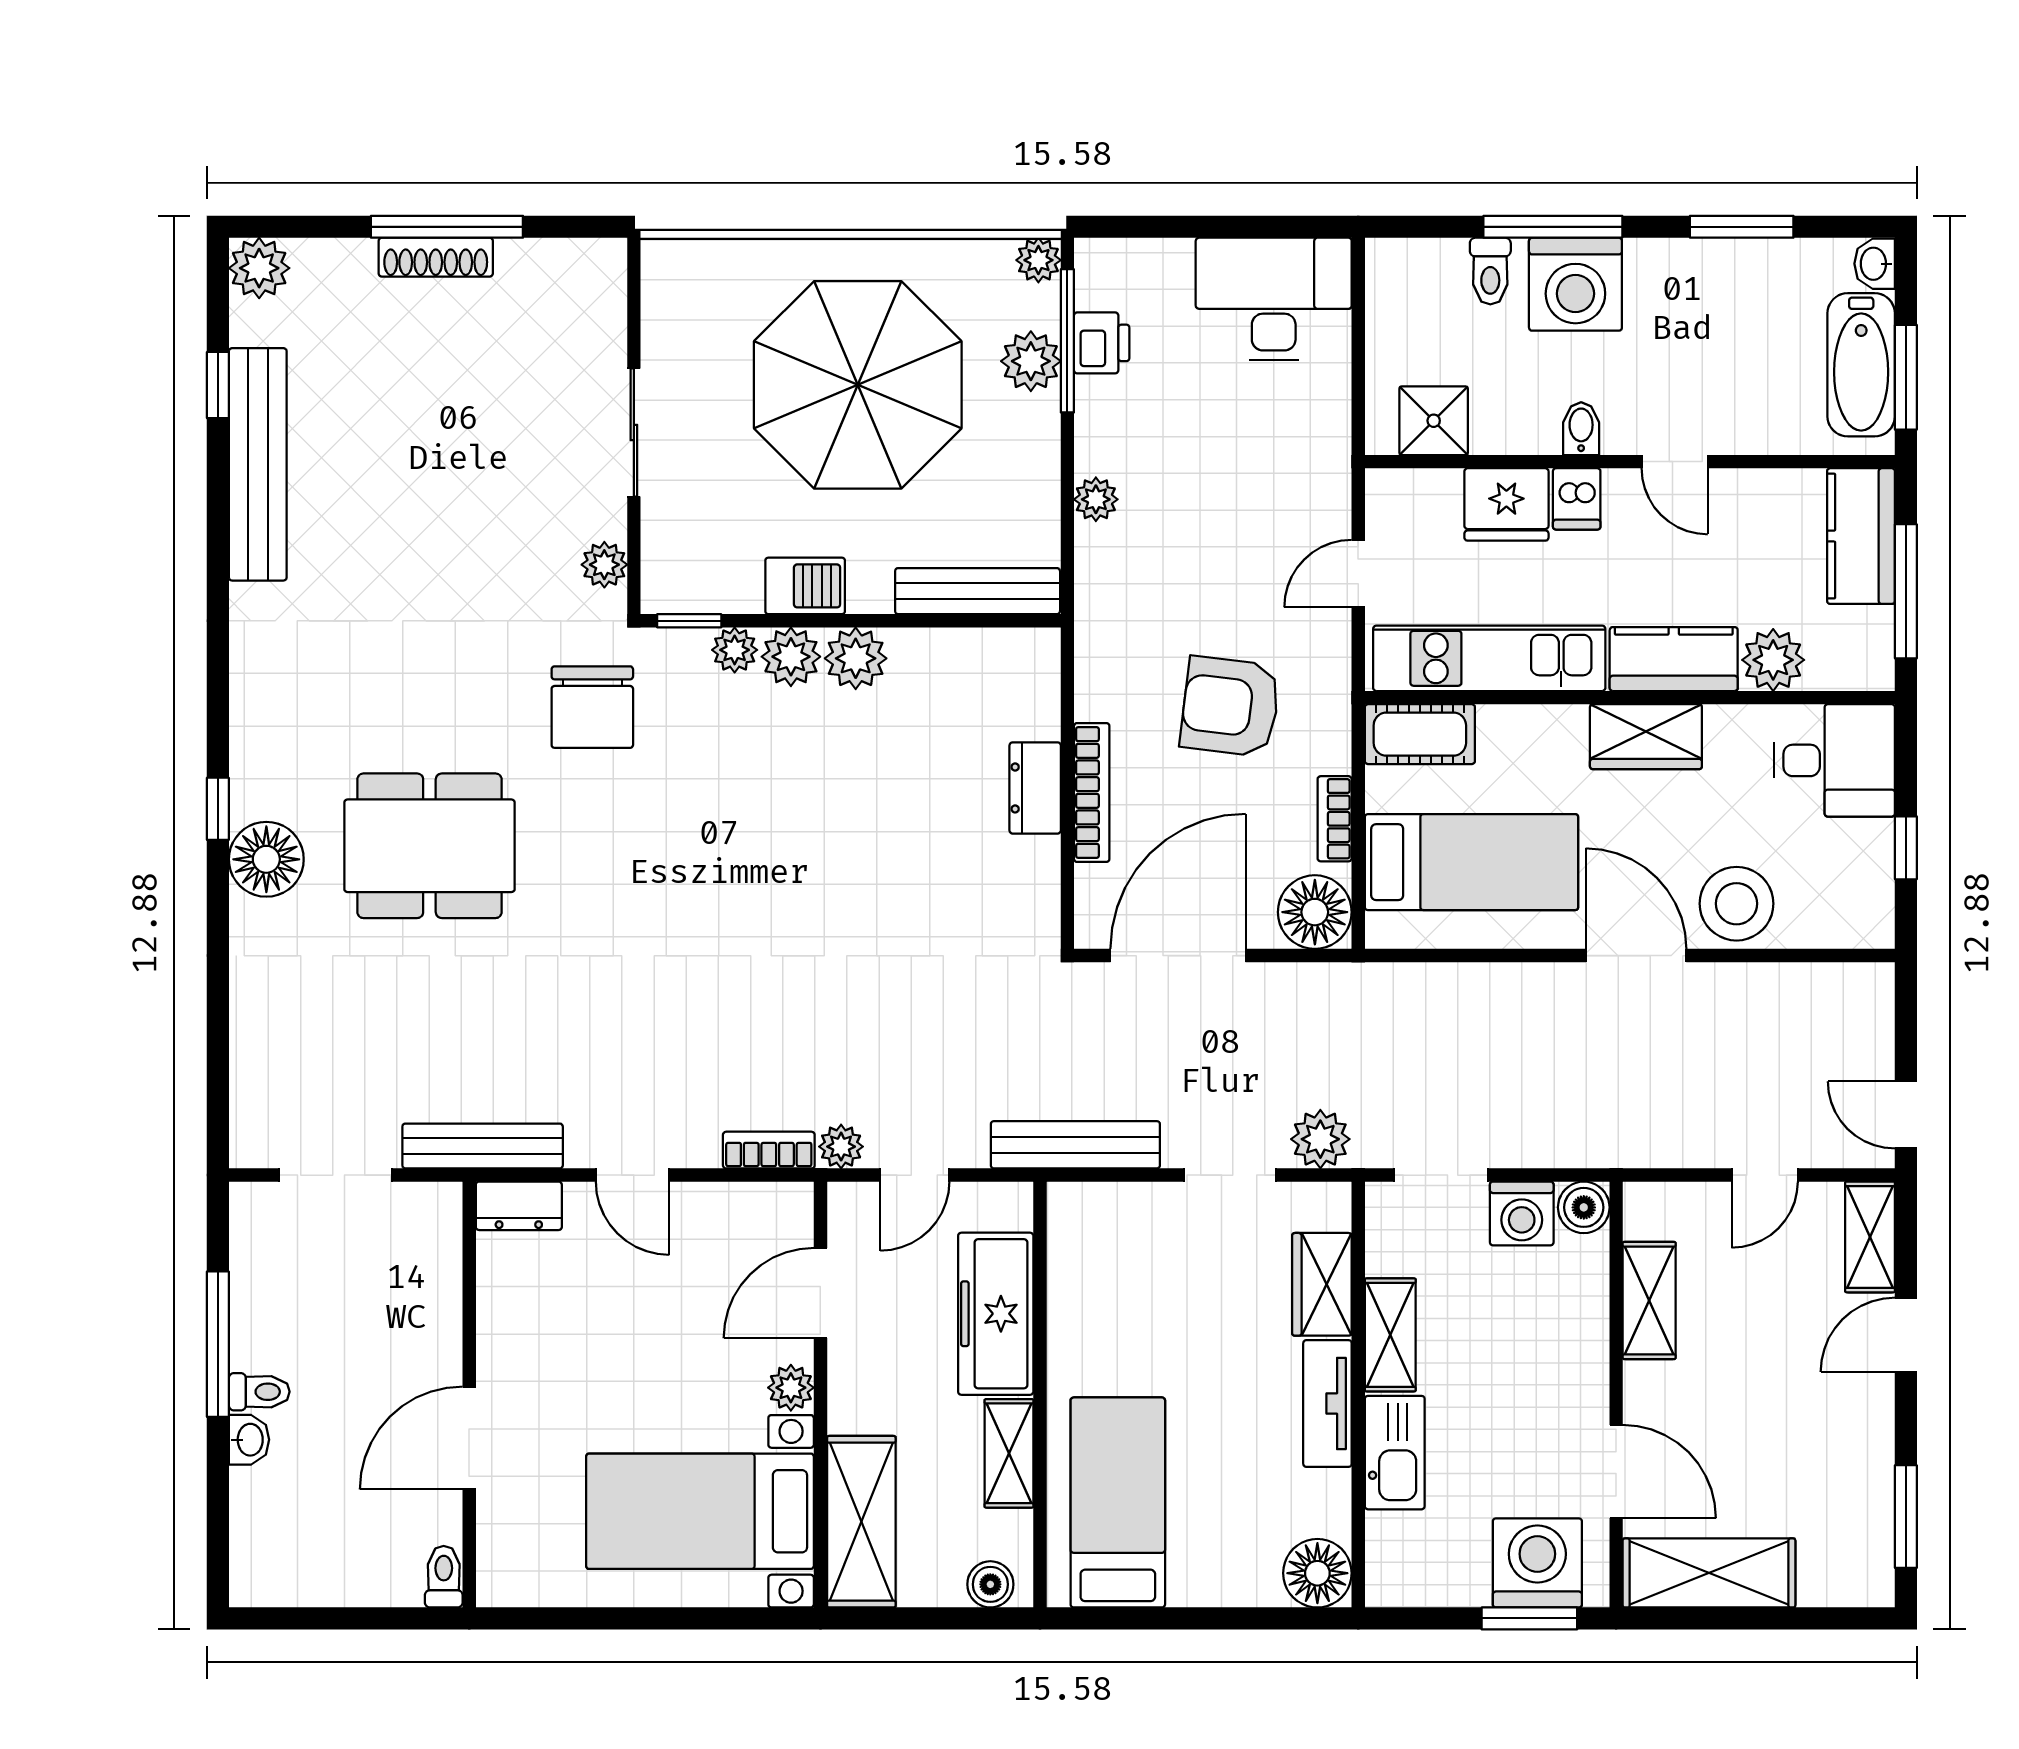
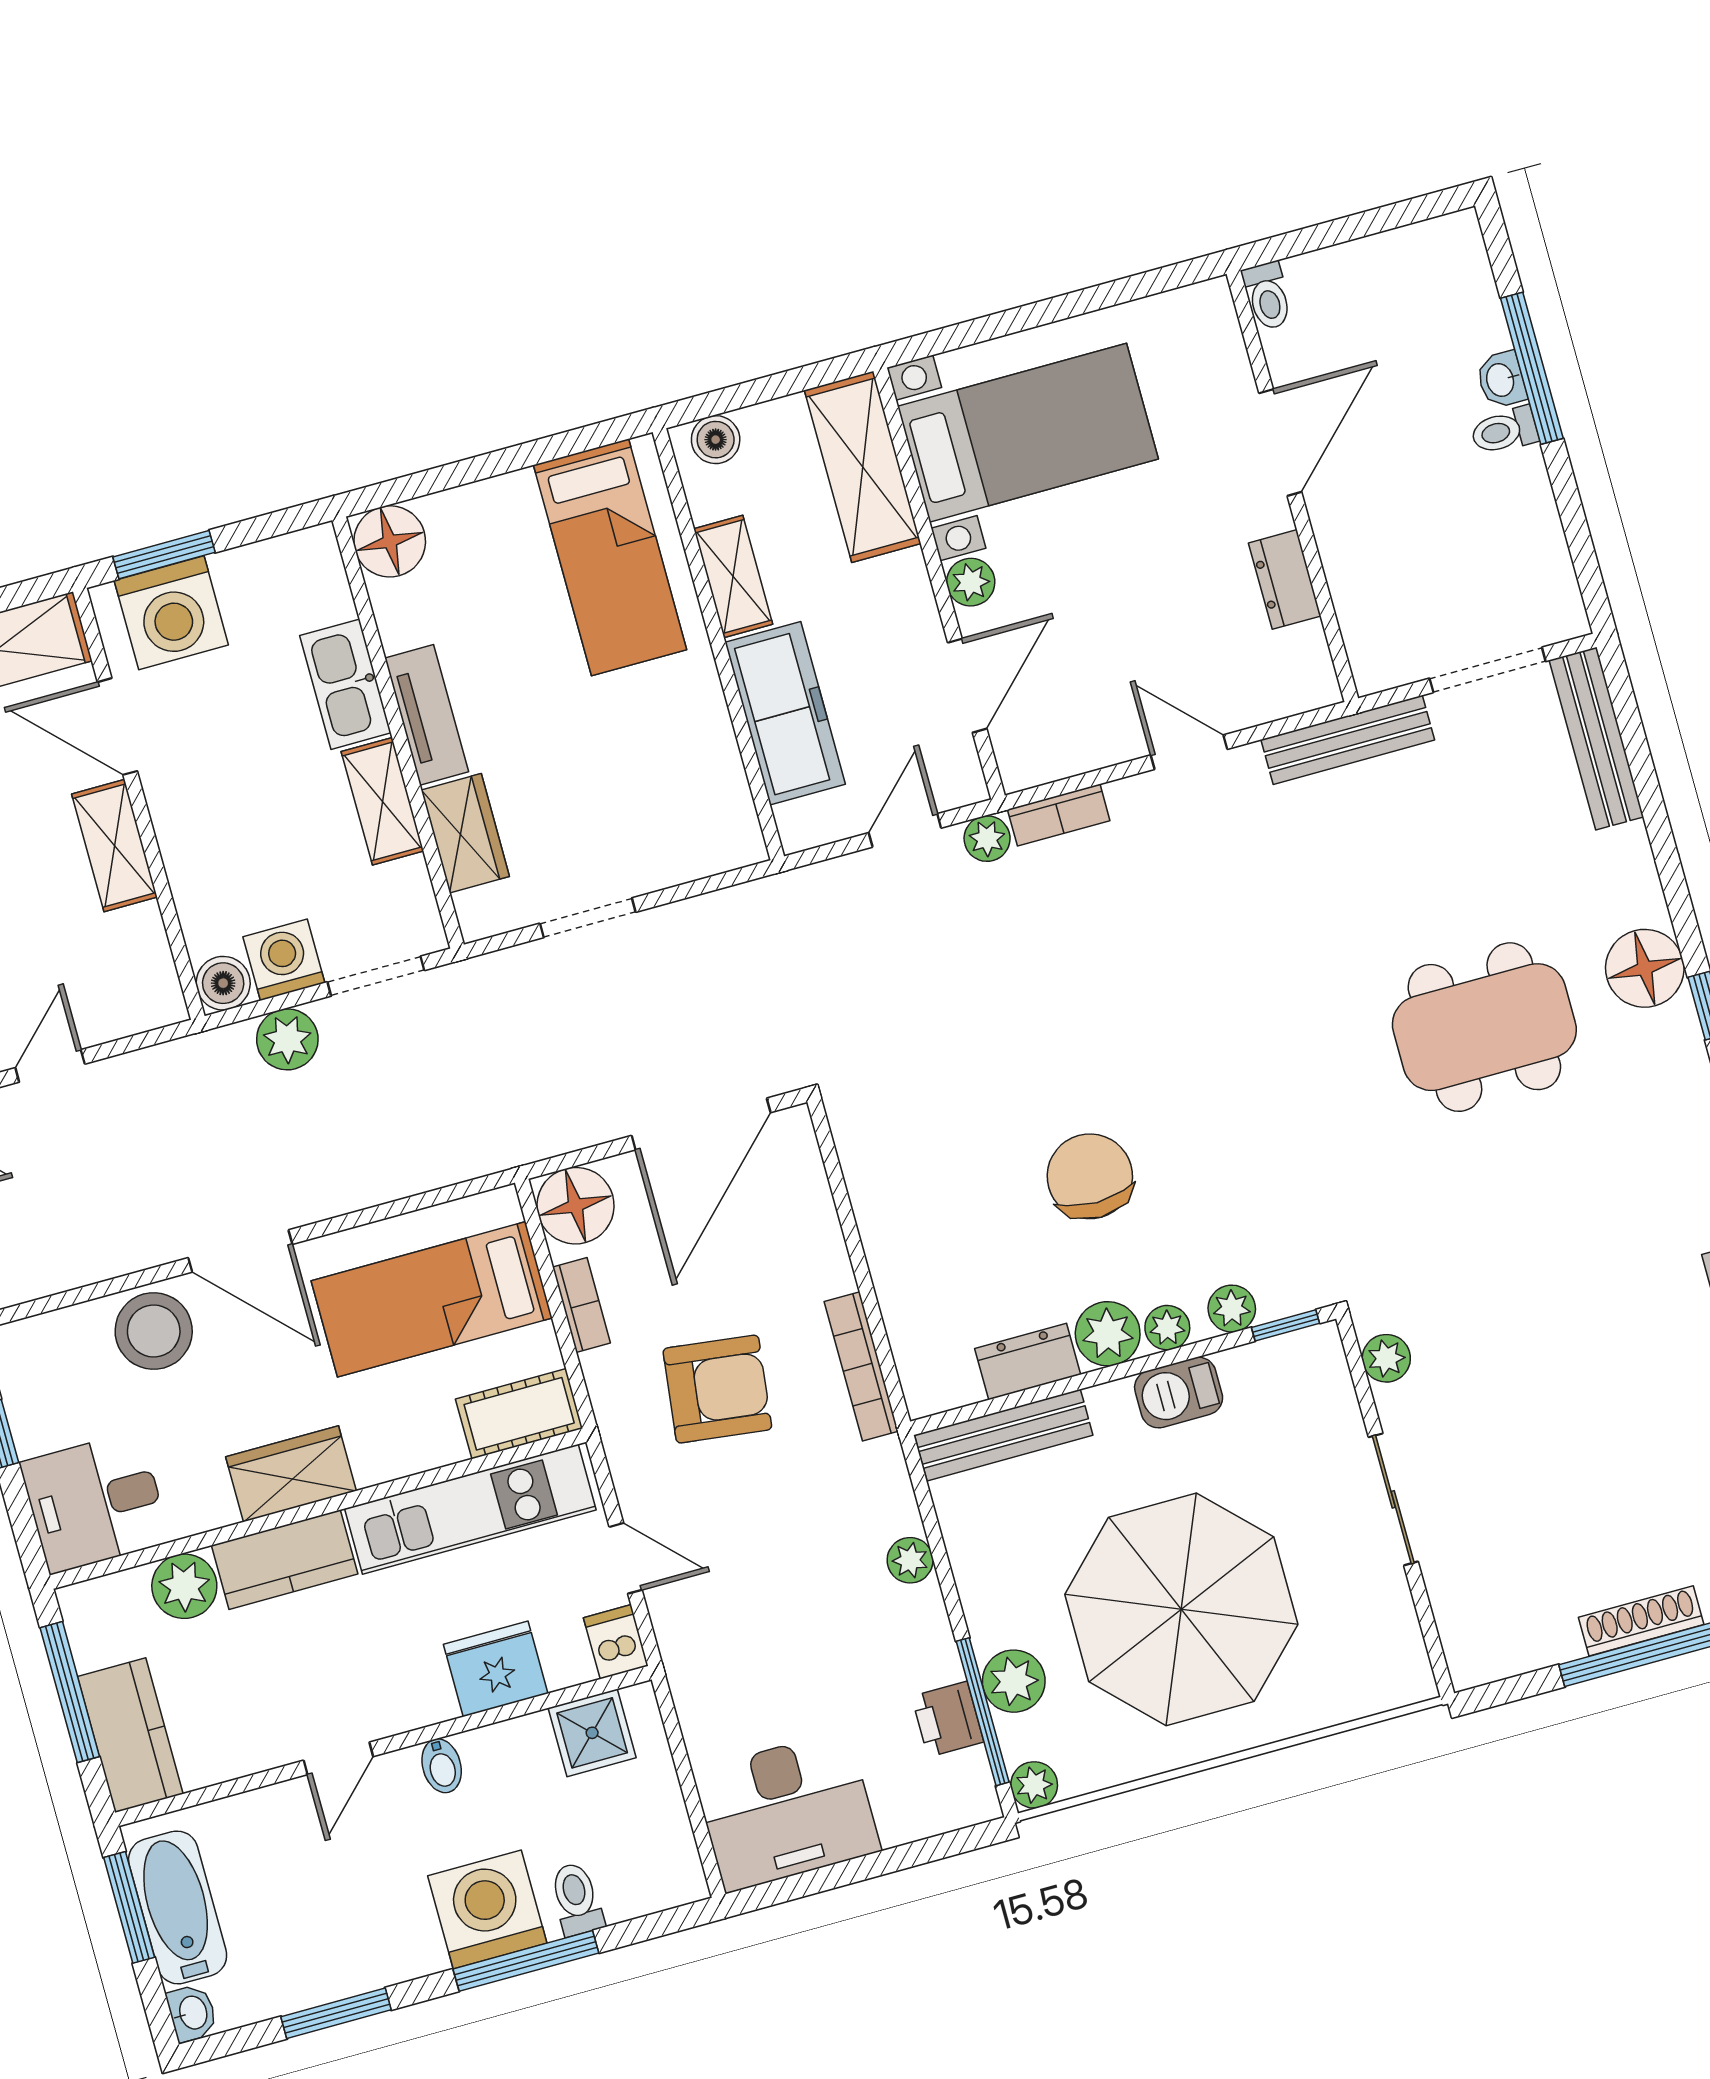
door: (1675, 462) -> (338, 1758), swing flipped
dishwasher: (1577, 499) -> (616, 1642), moved
door: (1358, 573) -> (626, 1558), hinge flipped
plant: (791, 657) -> (1167, 1328), width x0.73, depth x0.73
chair: (592, 707) -> (1090, 1176), moved
dresser: (1035, 788) -> (1028, 1361), moved, turned -90
bookcase: (1092, 792) -> (861, 1366), moved
plant: (1320, 1139) -> (287, 1039), moved
bench: (1075, 1145) -> (1596, 739), moved, turned 90
dresser: (519, 1206) -> (1285, 579), moved, turned -90
shelving: (1649, 1300) -> (115, 845), moved
window: (218, 1344) -> (1532, 368), moved

